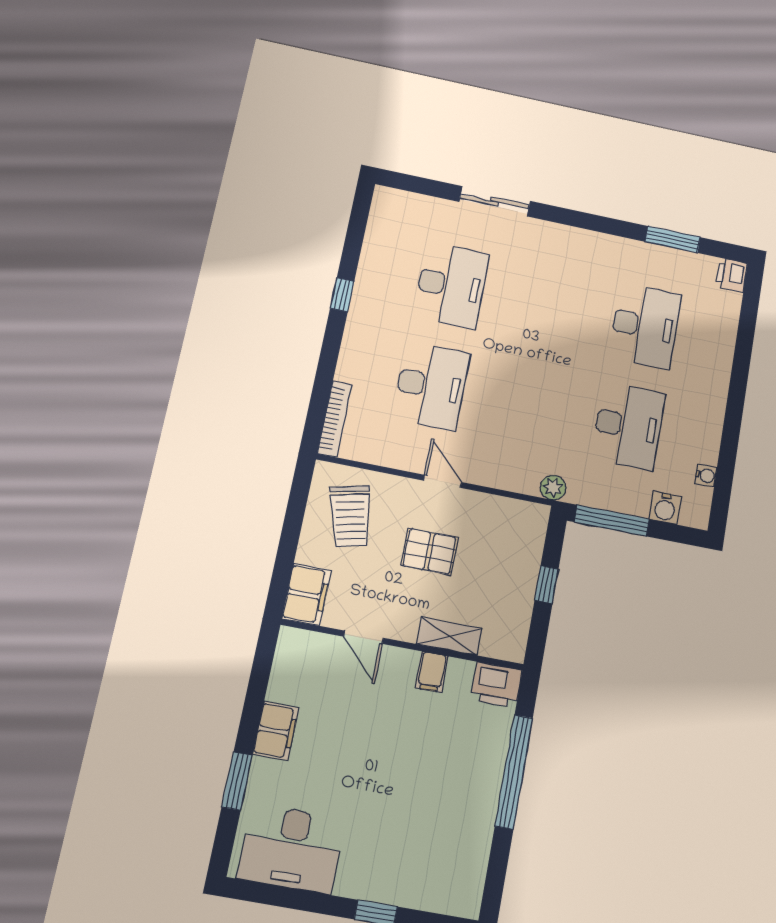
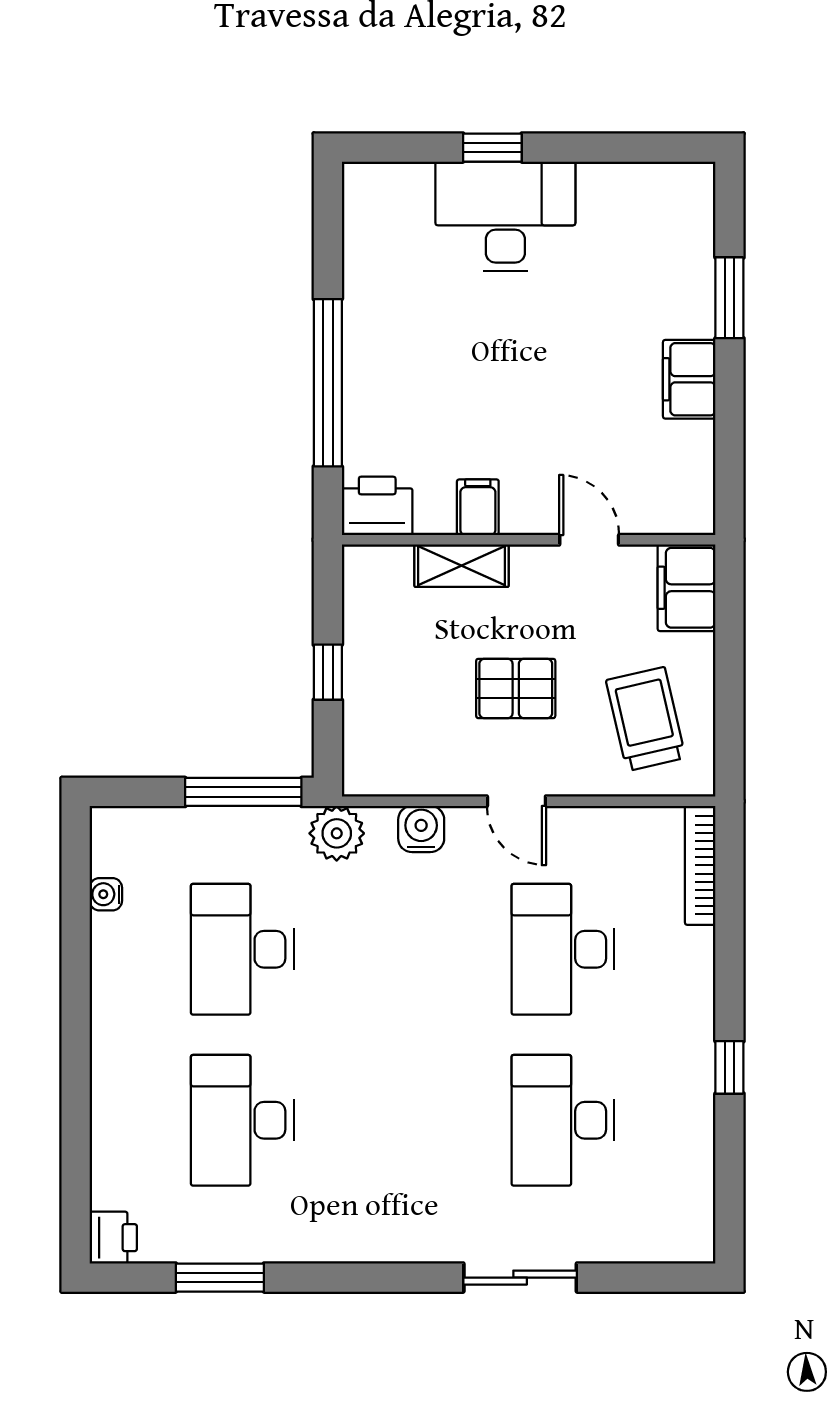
plant: (553, 488) -> (337, 833), width x1.38, depth x1.38
water cooler: (665, 508) -> (421, 829), moved
desk: (291, 849) -> (505, 216), moved

